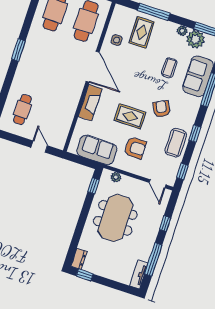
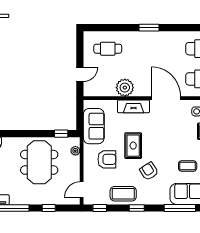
window: (18, 50) -> (149, 28), moved
door: (93, 67) -> (166, 98), swing flipped
plant: (68, 105) -> (125, 88), added
armchair: (161, 109) -> (149, 171), turned -96
armchair: (135, 148) -> (107, 159), turned -90
meeting table: (115, 218) -> (39, 162), turned 90

